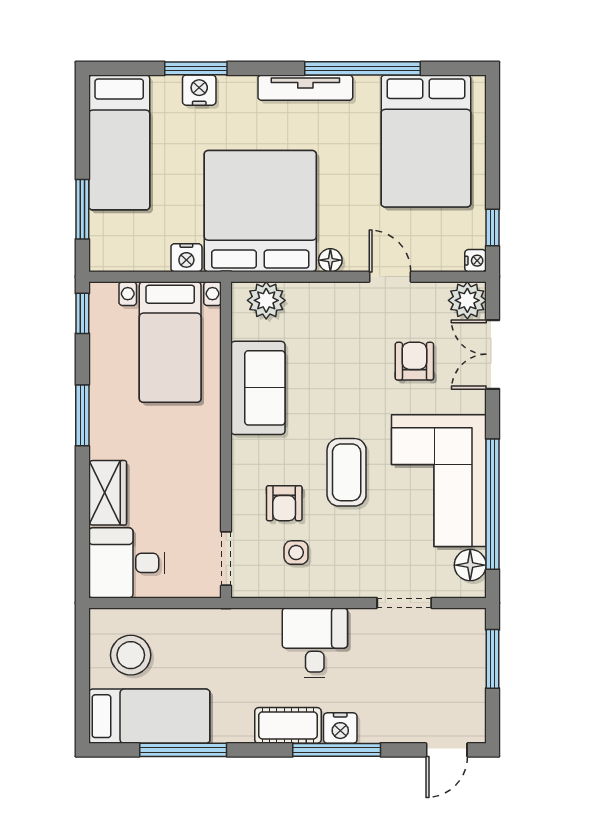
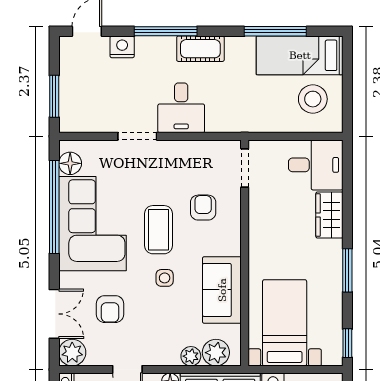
plant: (301, 295) -> (191, 356), added
side table: (296, 553) -> (165, 278), moved
doorway: (404, 603) -> (137, 136), moved
nightstand: (340, 728) -> (122, 47), moved

